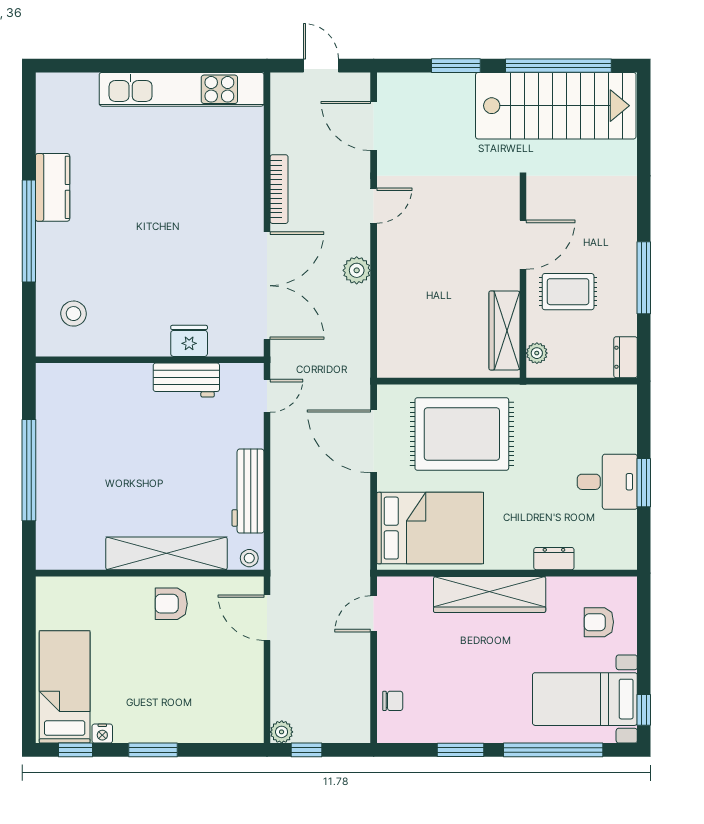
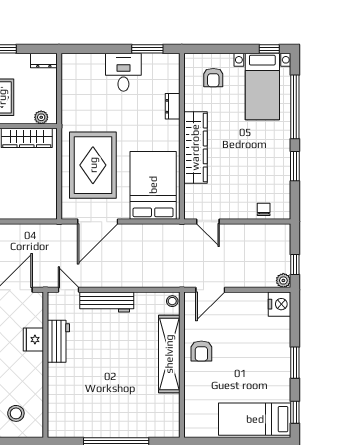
window: (644, 483) -> (147, 49), moved
workbench: (248, 491) -> (107, 302), moved
nightstand: (102, 734) -> (280, 304), moved, width x1.89, depth x1.79

